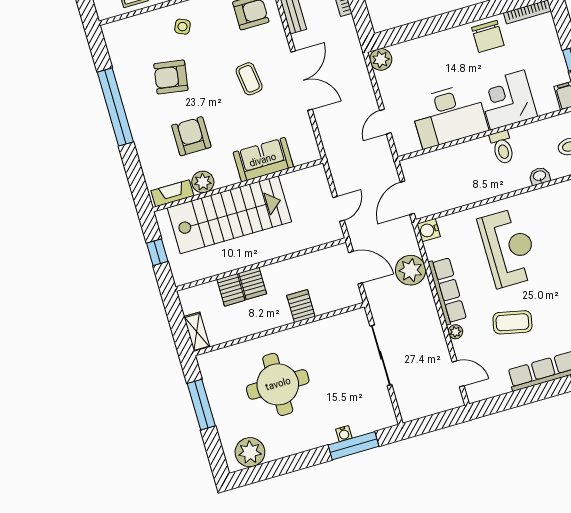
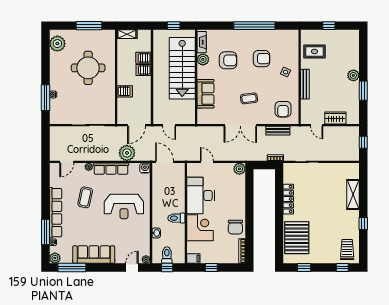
chair: (488, 36) -> (235, 227), turned -90
armchair: (171, 77) -> (262, 59), turned 81

